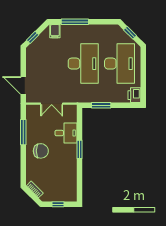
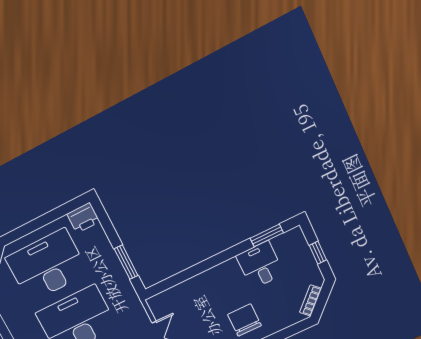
desk: (66, 133) -> (260, 265), moved
window: (80, 149) -> (267, 235), moved

